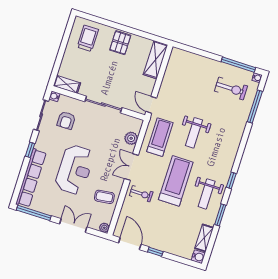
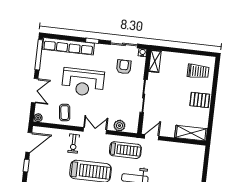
armchair: (66, 120) -> (124, 67), turned 90

